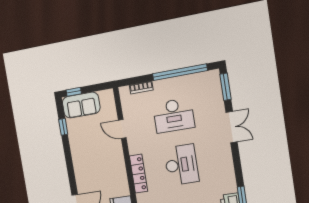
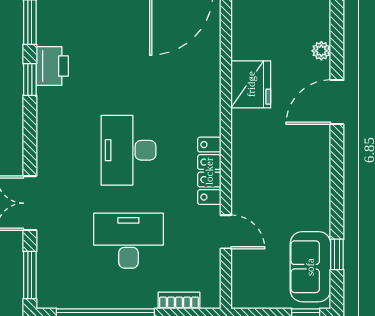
sofa: (81, 105) -> (310, 267), moved, turned -90
locker: (138, 174) -> (209, 171), moved

